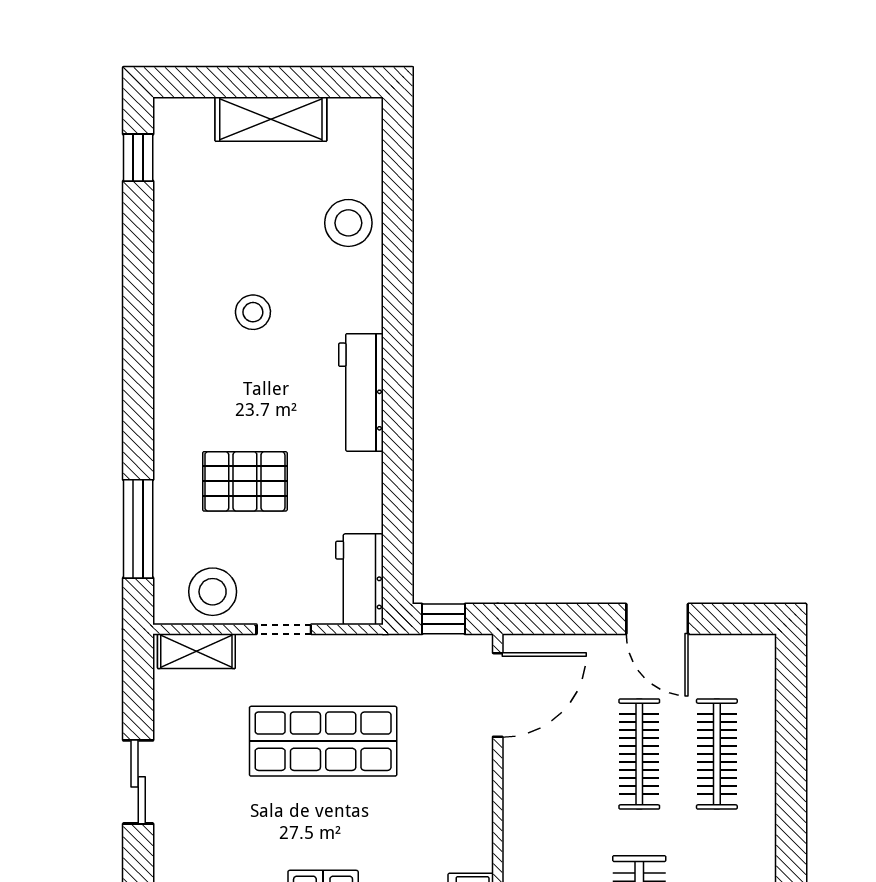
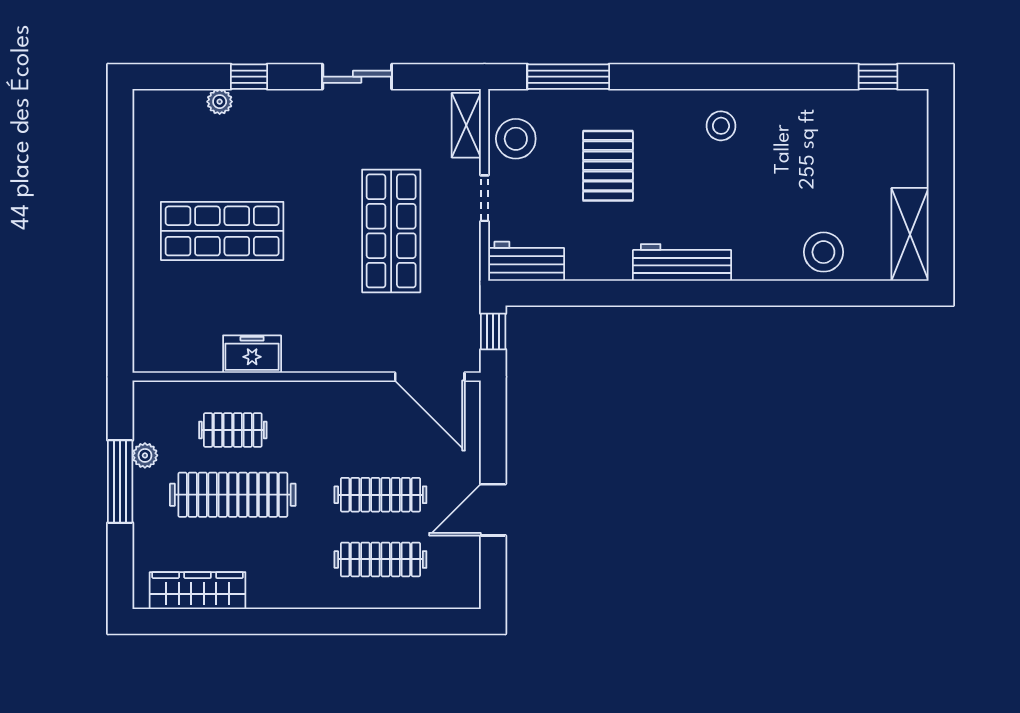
shelving: (271, 119) -> (910, 234), moved
stool: (253, 312) -> (721, 126), moved

